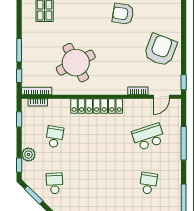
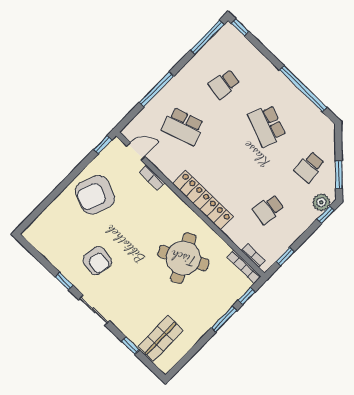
plant: (28, 155) -> (321, 202), moved
school desk: (101, 183) -> (267, 126), added

